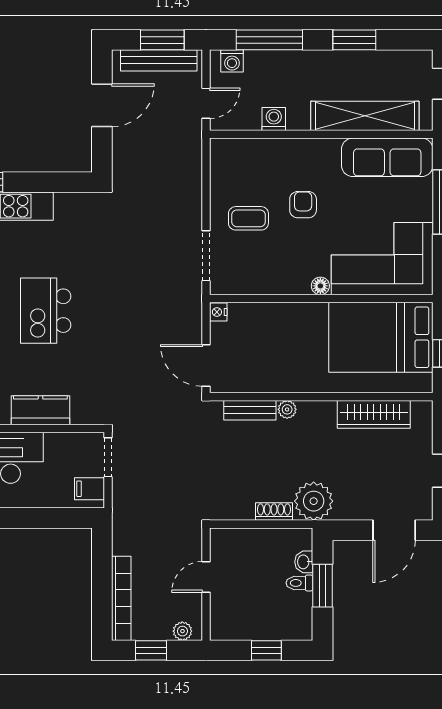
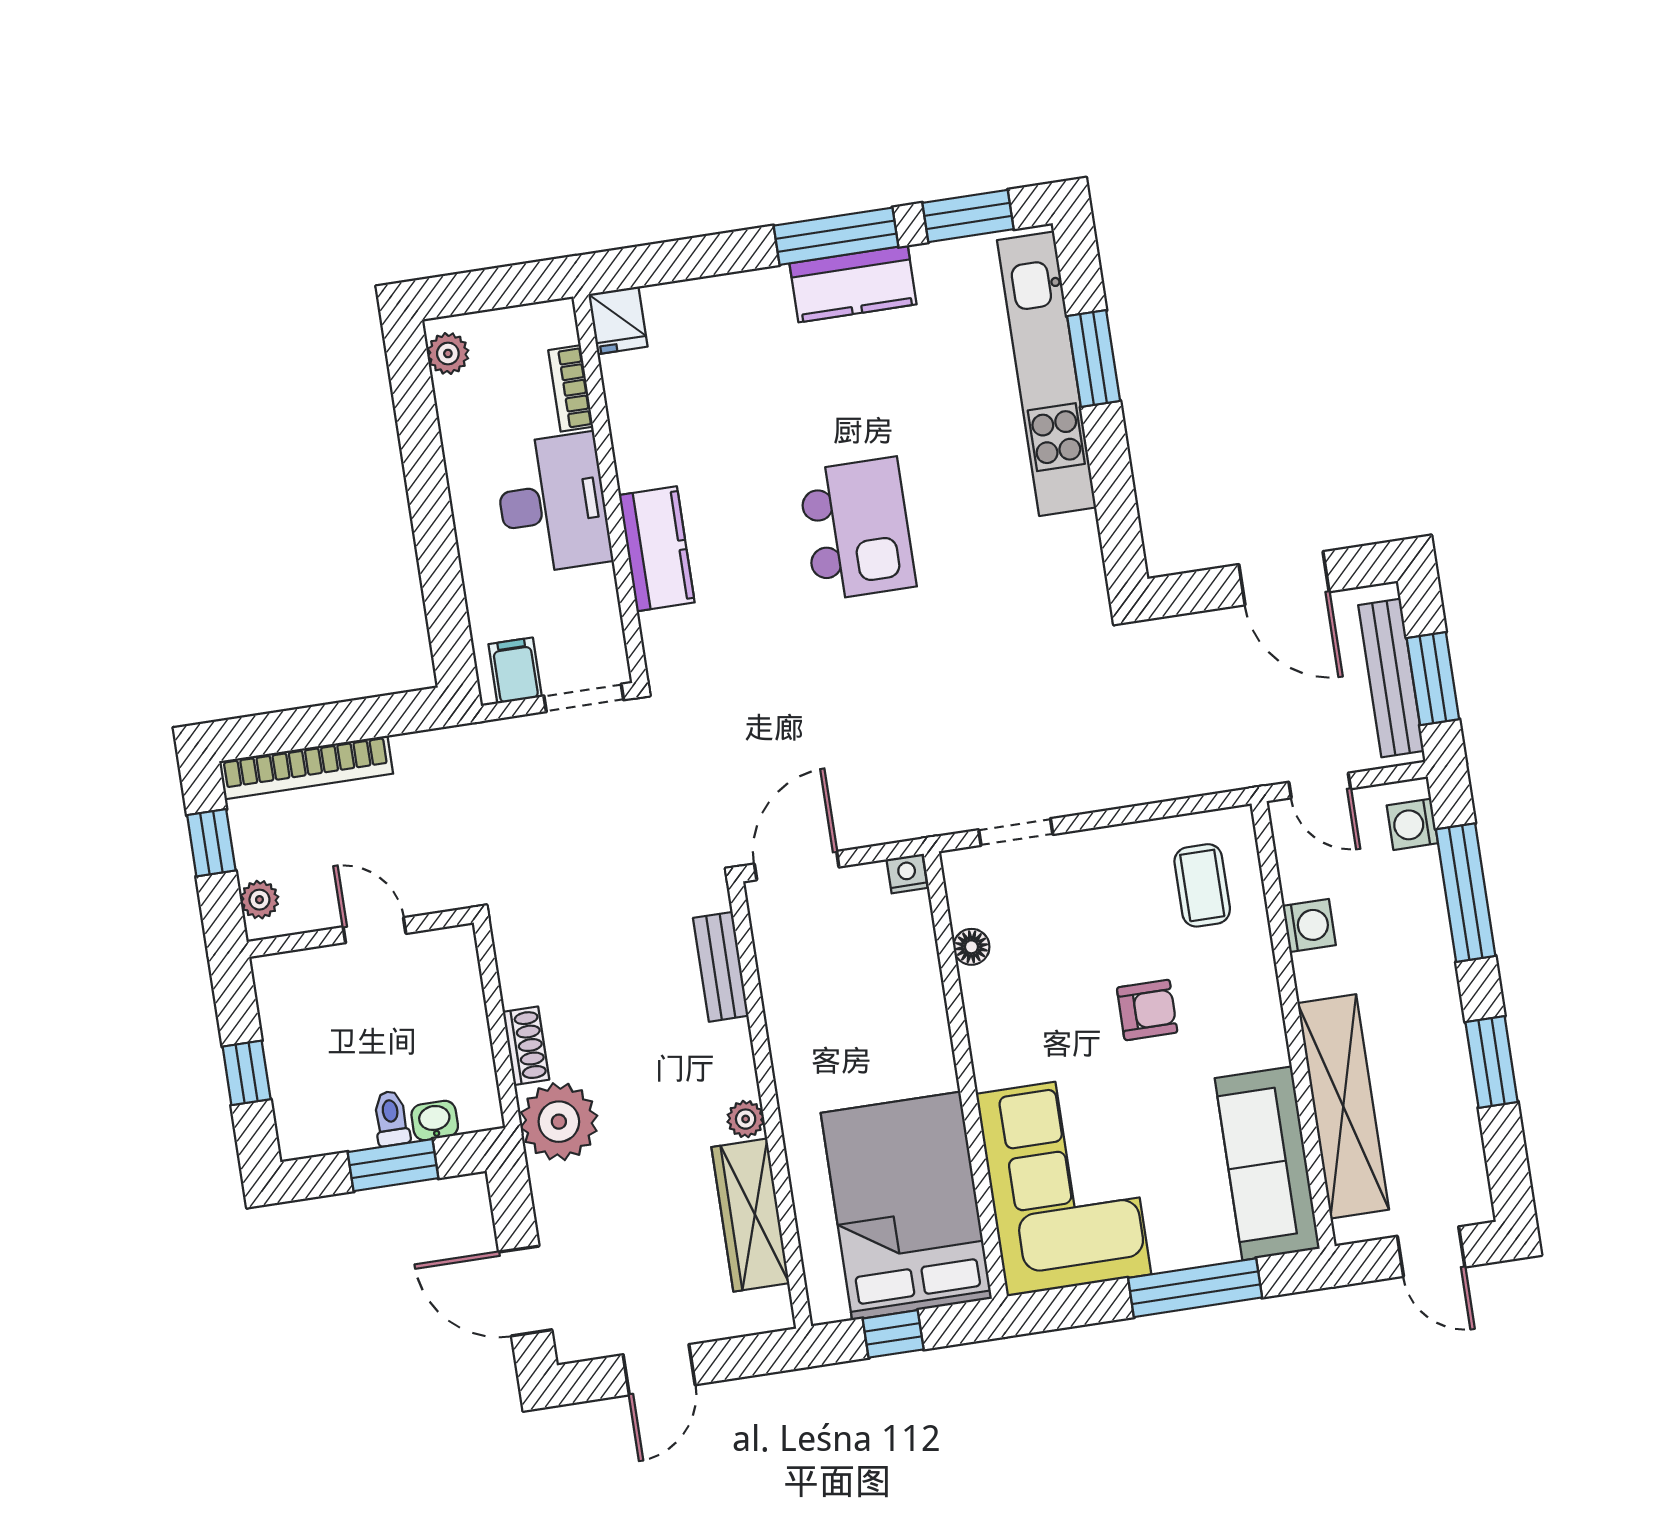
coffee table: (248, 218) -> (1202, 885), moved
doorway: (206, 256) -> (1016, 832), width x0.73
floor lamp: (320, 286) -> (971, 947), moved
kitchen island: (46, 311) -> (857, 529), turned 90
plant: (287, 409) -> (746, 1119), moved

